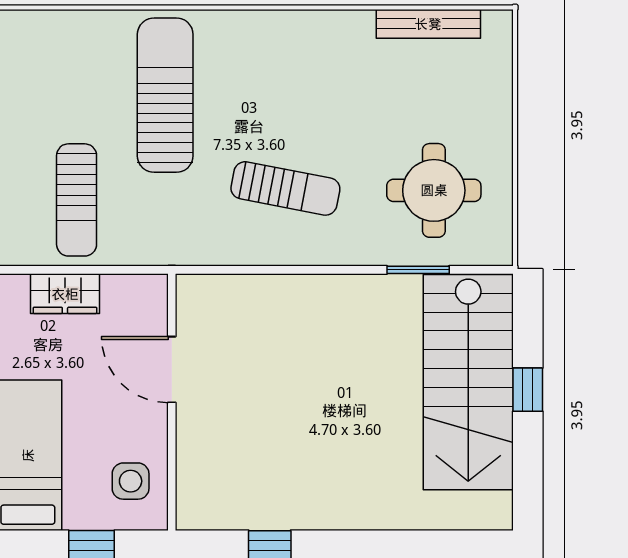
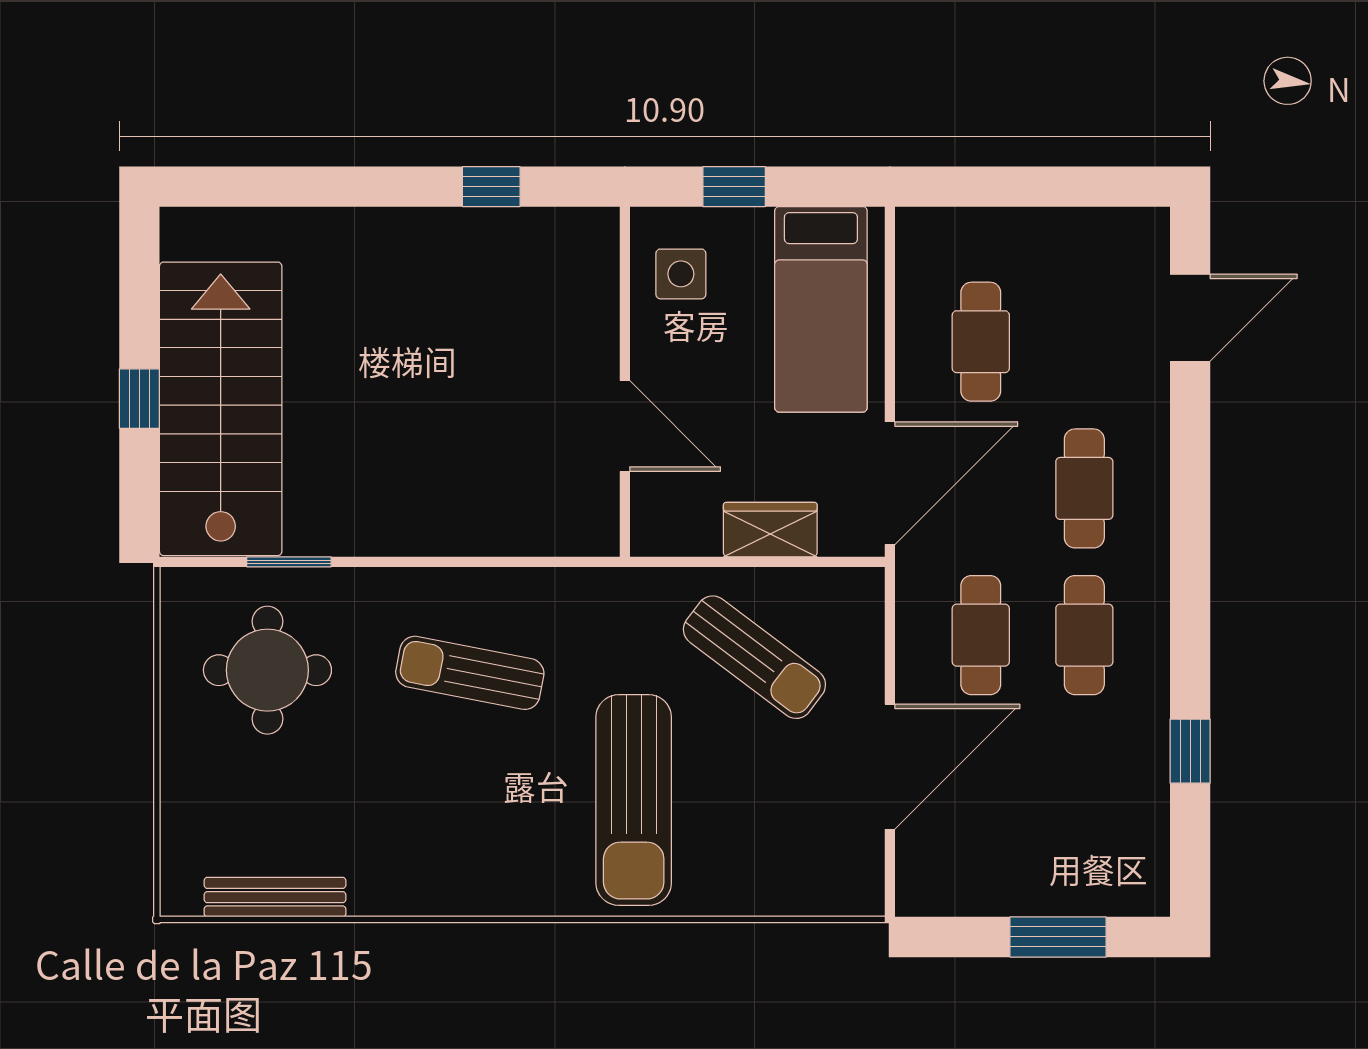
sun lounger: (77, 200) -> (754, 657), turned 127

